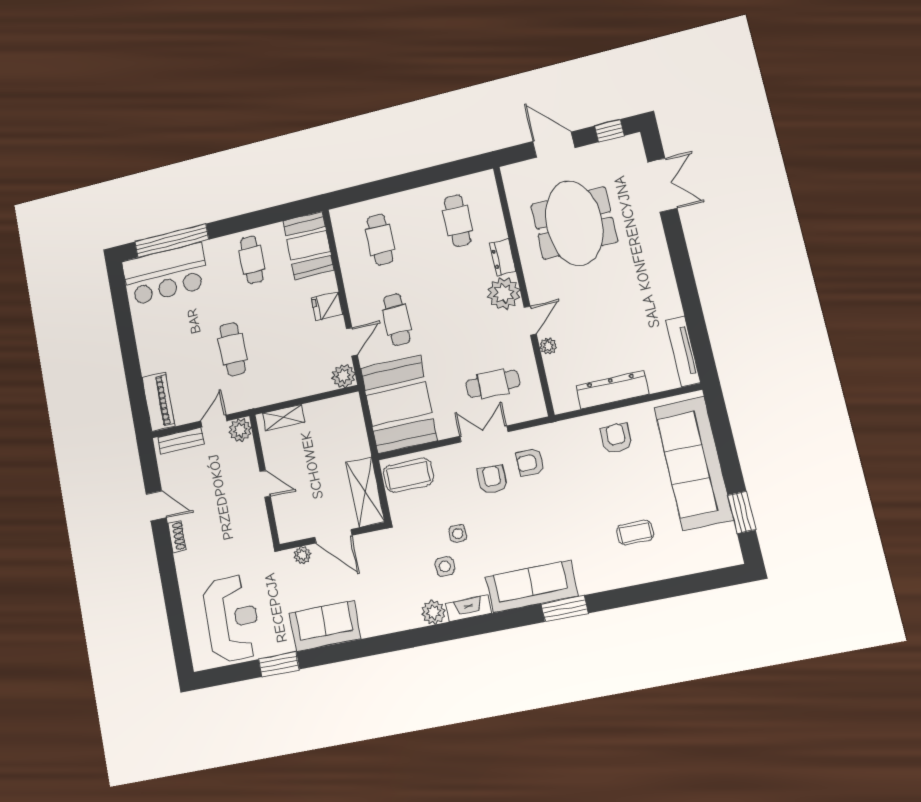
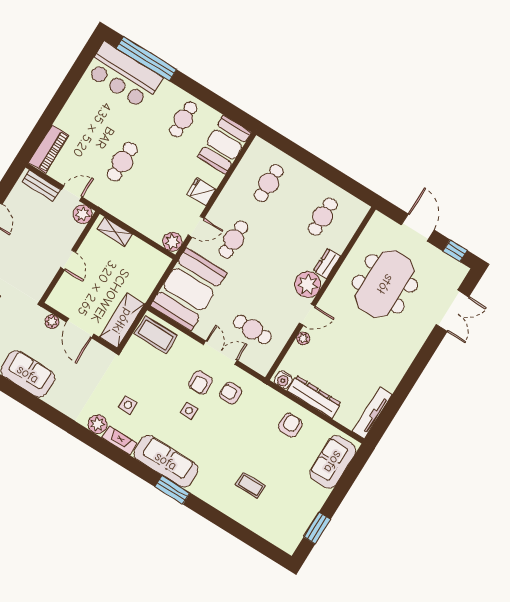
water cooler: (567, 402) -> (283, 380), added
sofa: (694, 463) -> (333, 462), width x0.54, depth x0.79
armchair: (492, 480) -> (200, 383), turned 180
side table: (458, 533) -> (189, 411), moved

